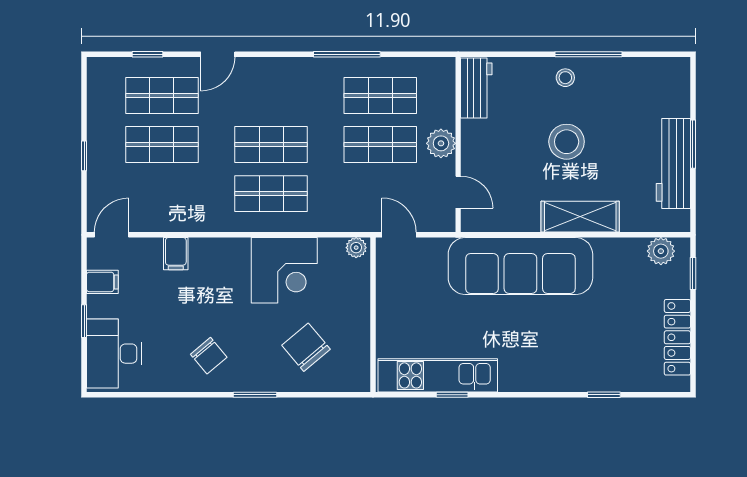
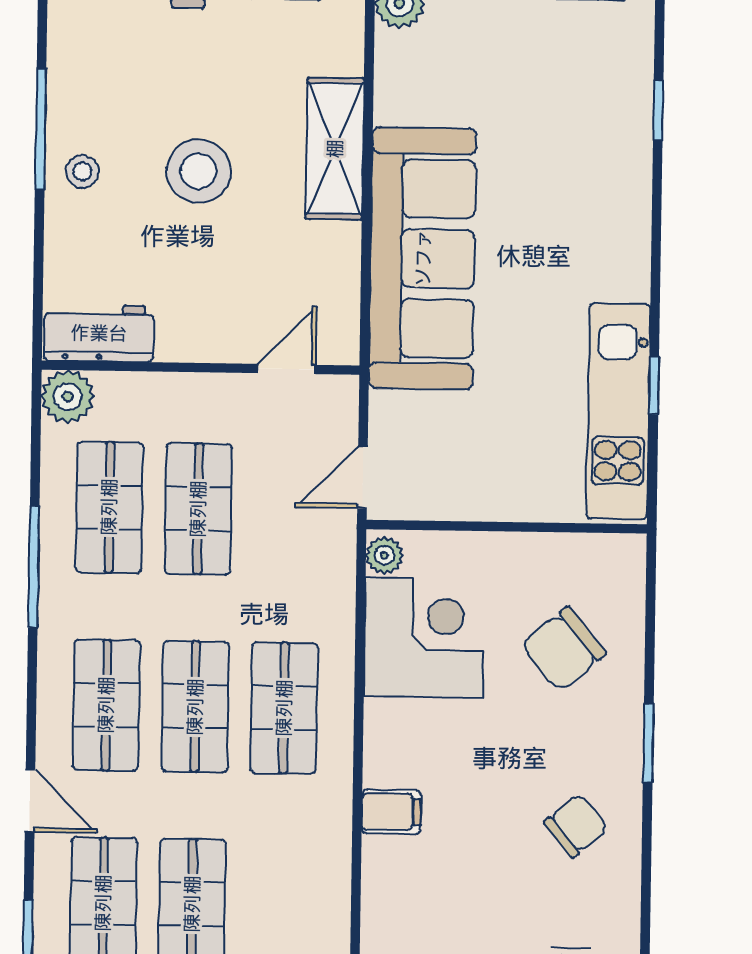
shop shelf: (271, 95) -> (106, 705), added
plant: (441, 143) -> (67, 397), moved
filing cabinet: (176, 254) -> (391, 812), moved
corner desk: (284, 270) -> (424, 638), moved

